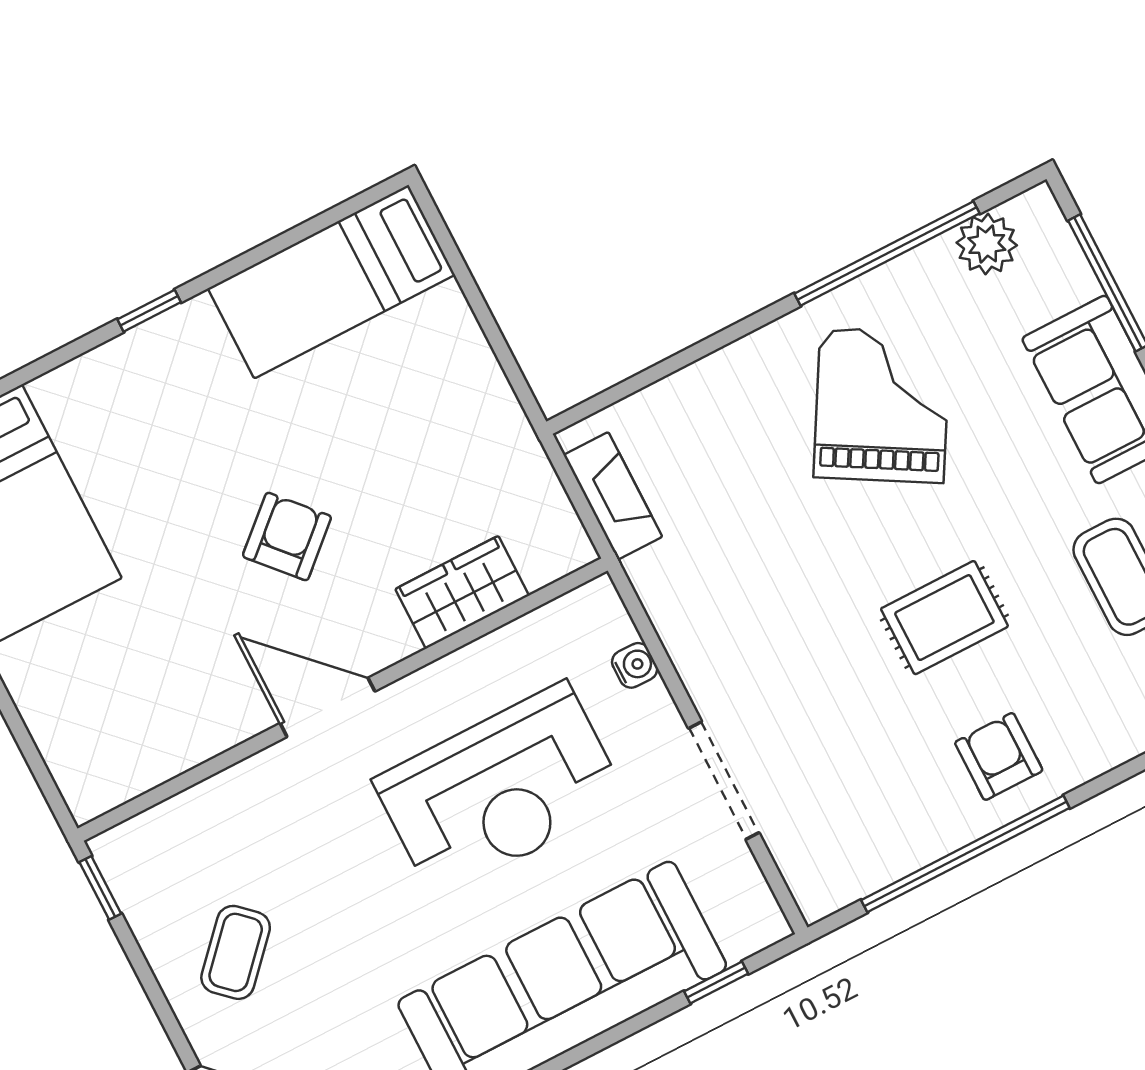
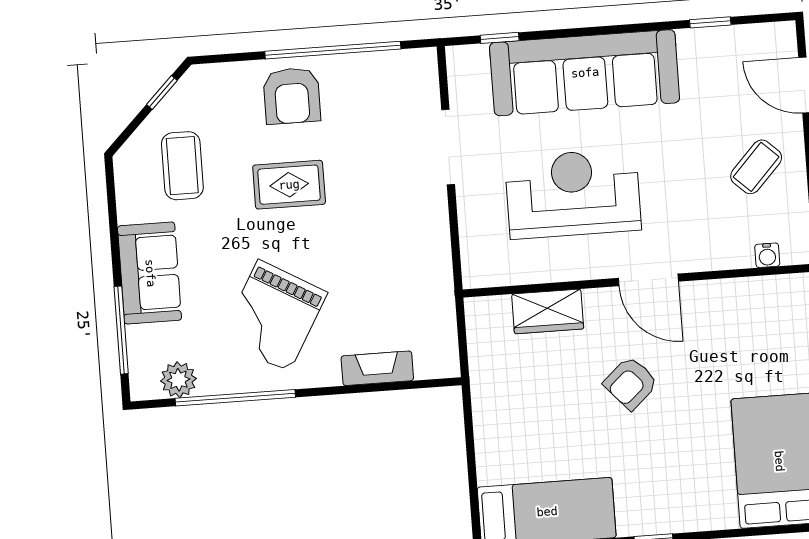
fireplace: (613, 496) -> (377, 368), moved, turned 90
water cooler: (635, 665) -> (767, 255), moved, turned -90
armchair: (999, 756) -> (292, 96), width x1.38, depth x1.38

